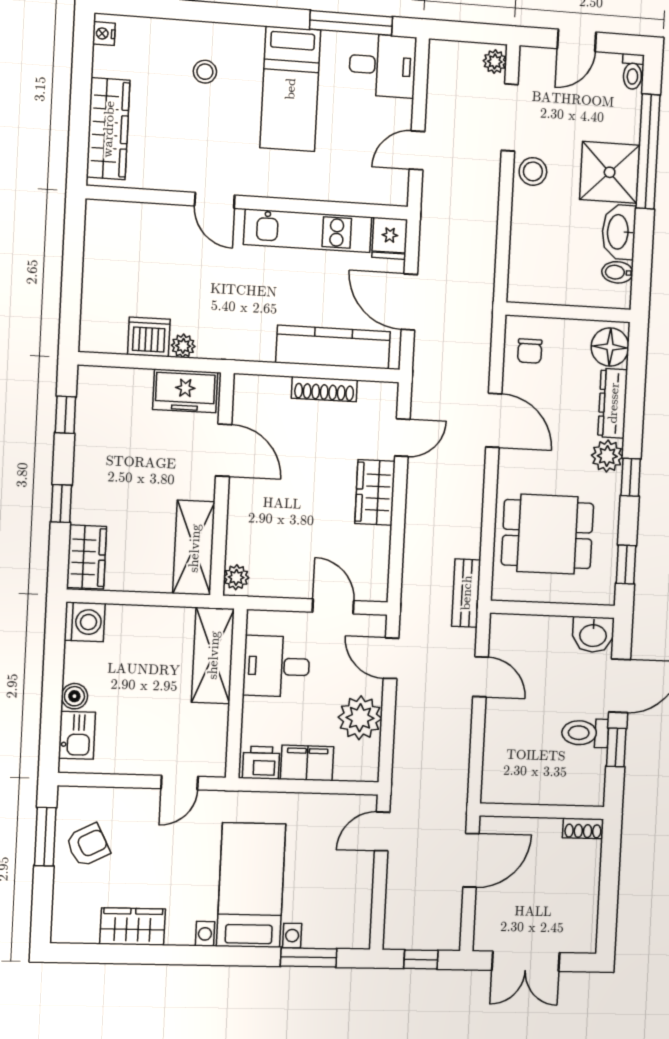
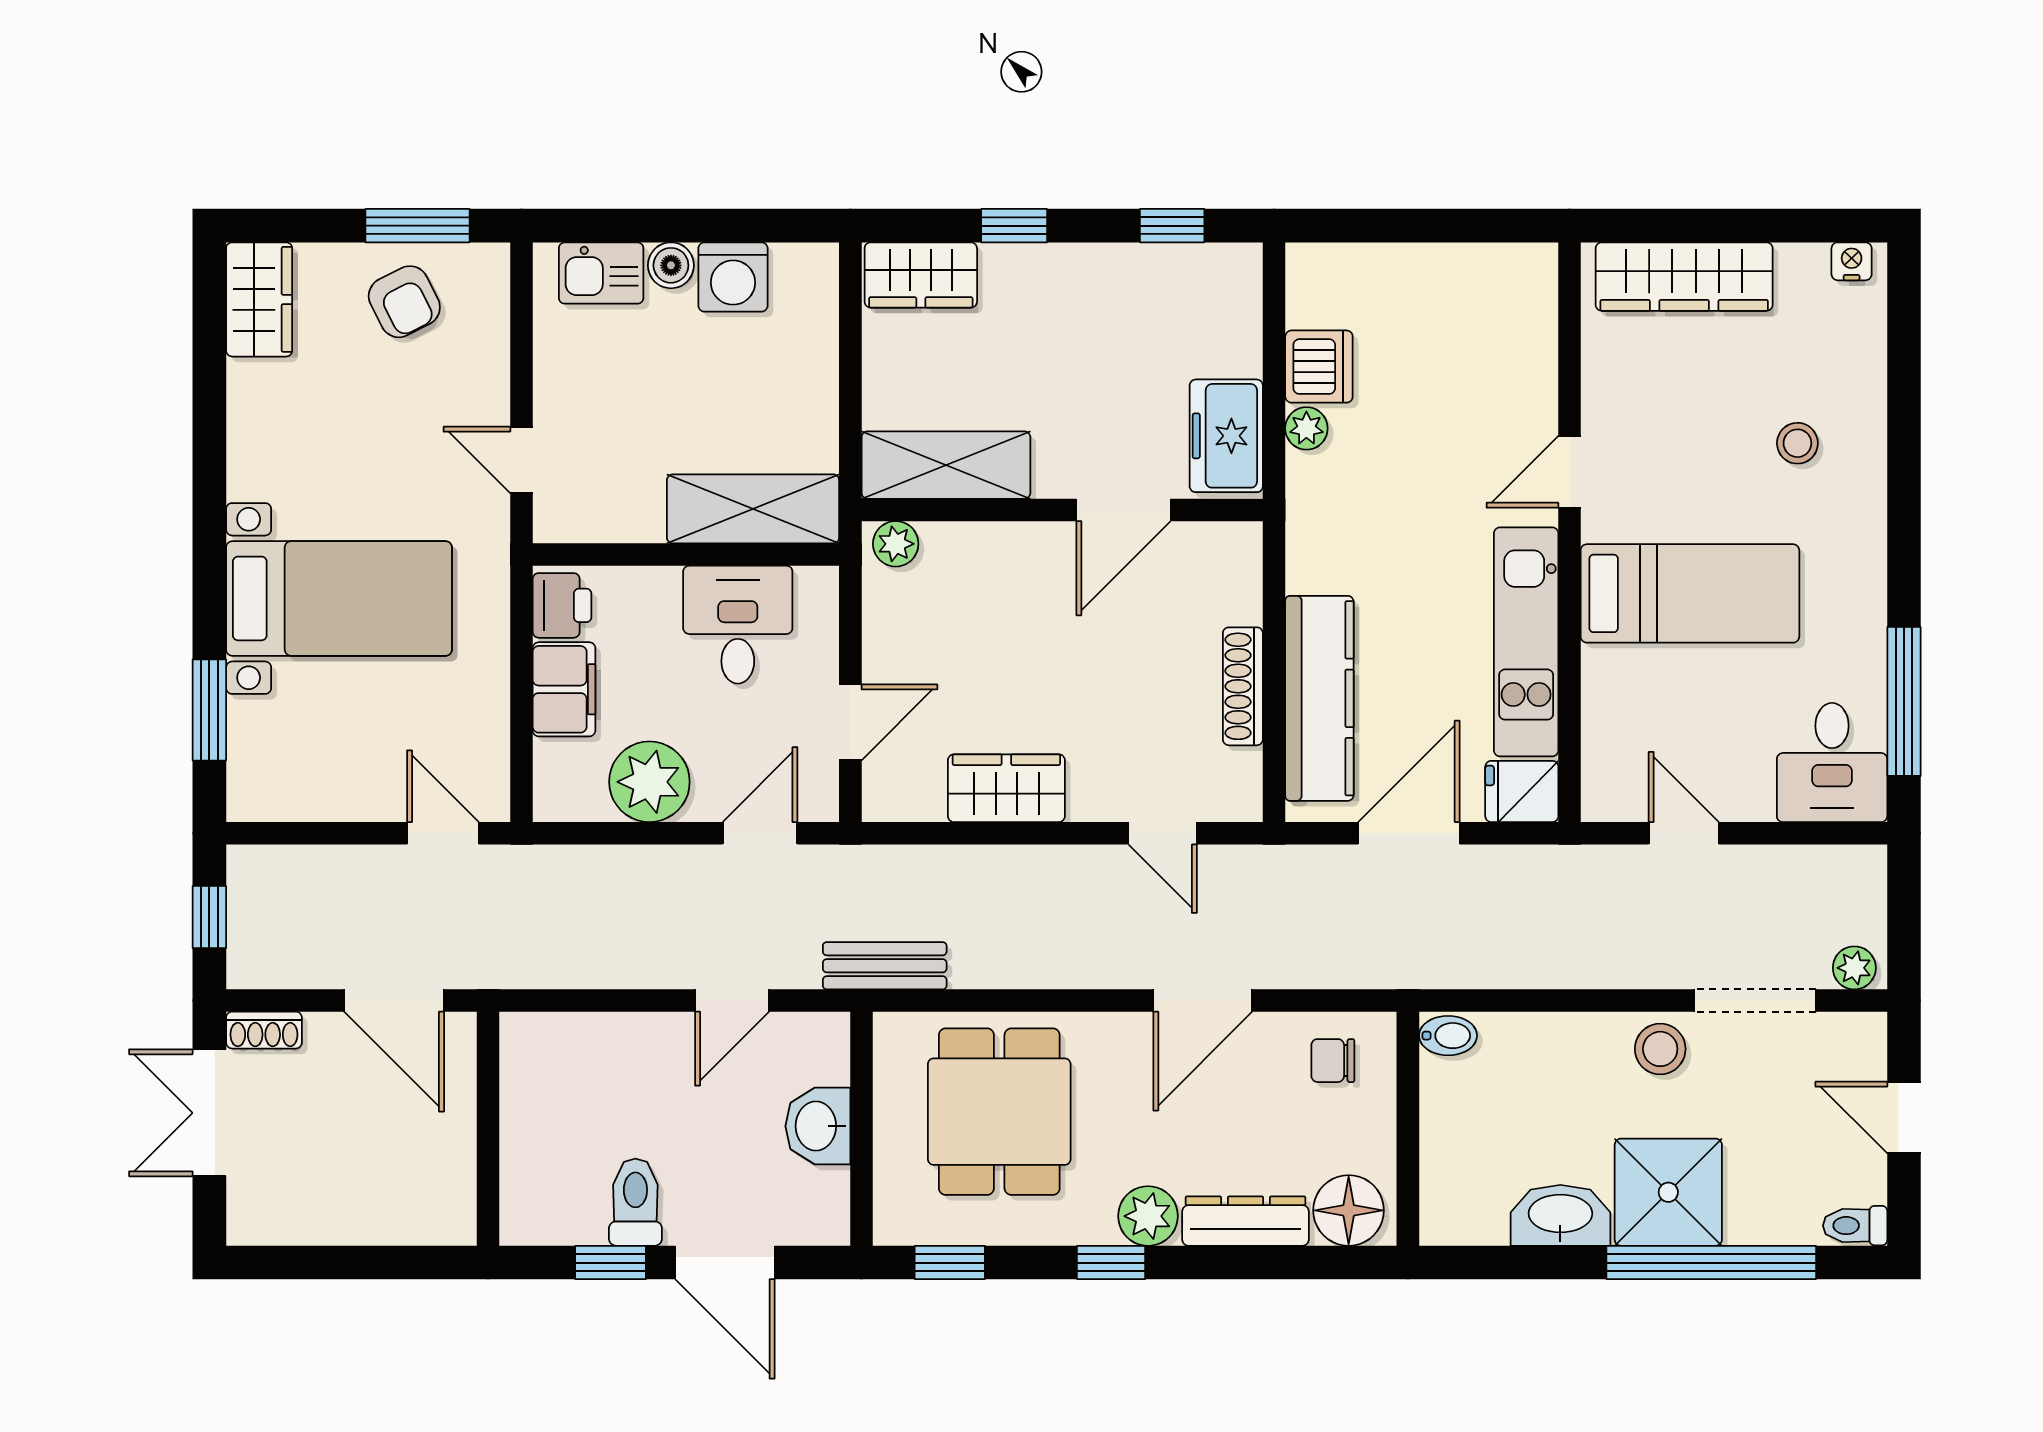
bed: (290, 89) -> (1690, 593), moved, turned 180
bidet: (617, 272) -> (1448, 1036), moved, turned 90
wardrobe: (375, 492) -> (1006, 788), moved
washing machine: (85, 622) -> (733, 277), moved
washbasin: (593, 635) -> (818, 1126), moved
shoe rack: (583, 828) -> (264, 1030), moved, turned -90
wardrobe: (133, 927) -> (259, 299), moved

